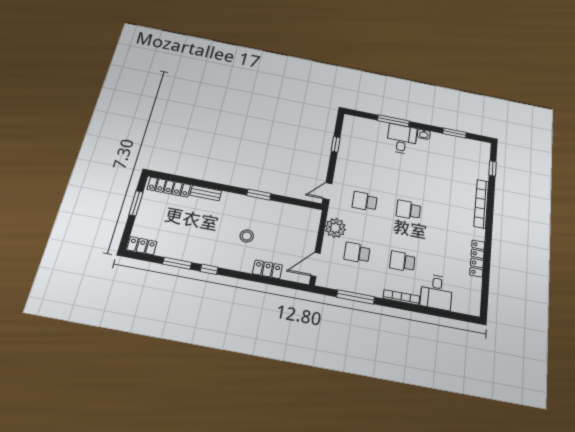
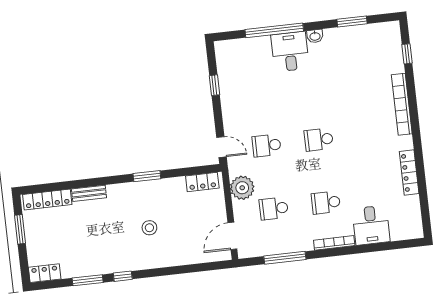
window: (393, 121) -> (274, 30), width x1.46
door: (328, 191) -> (221, 147), swing flipped
locker: (267, 269) -> (202, 182), moved, turned 180

